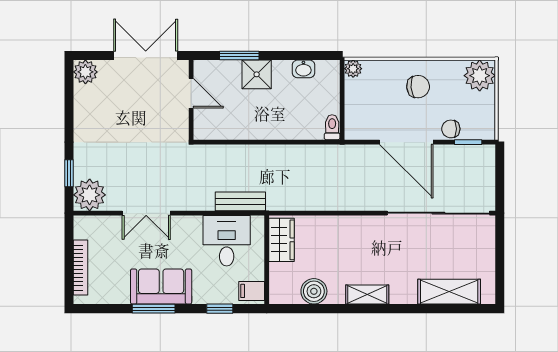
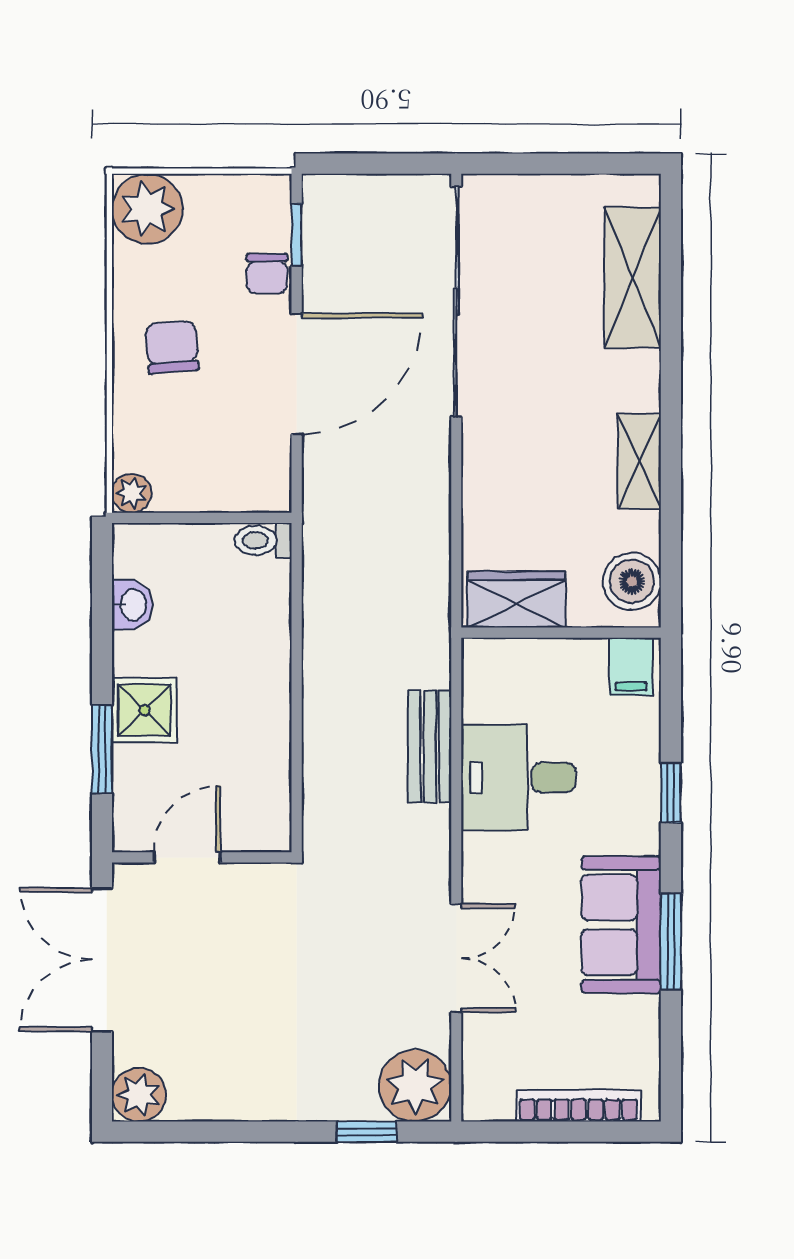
wardrobe: (281, 240) -> (516, 599), moved
wall: (267, 260) -> (561, 633), moved
filing cabinet: (252, 291) -> (631, 666), moved

